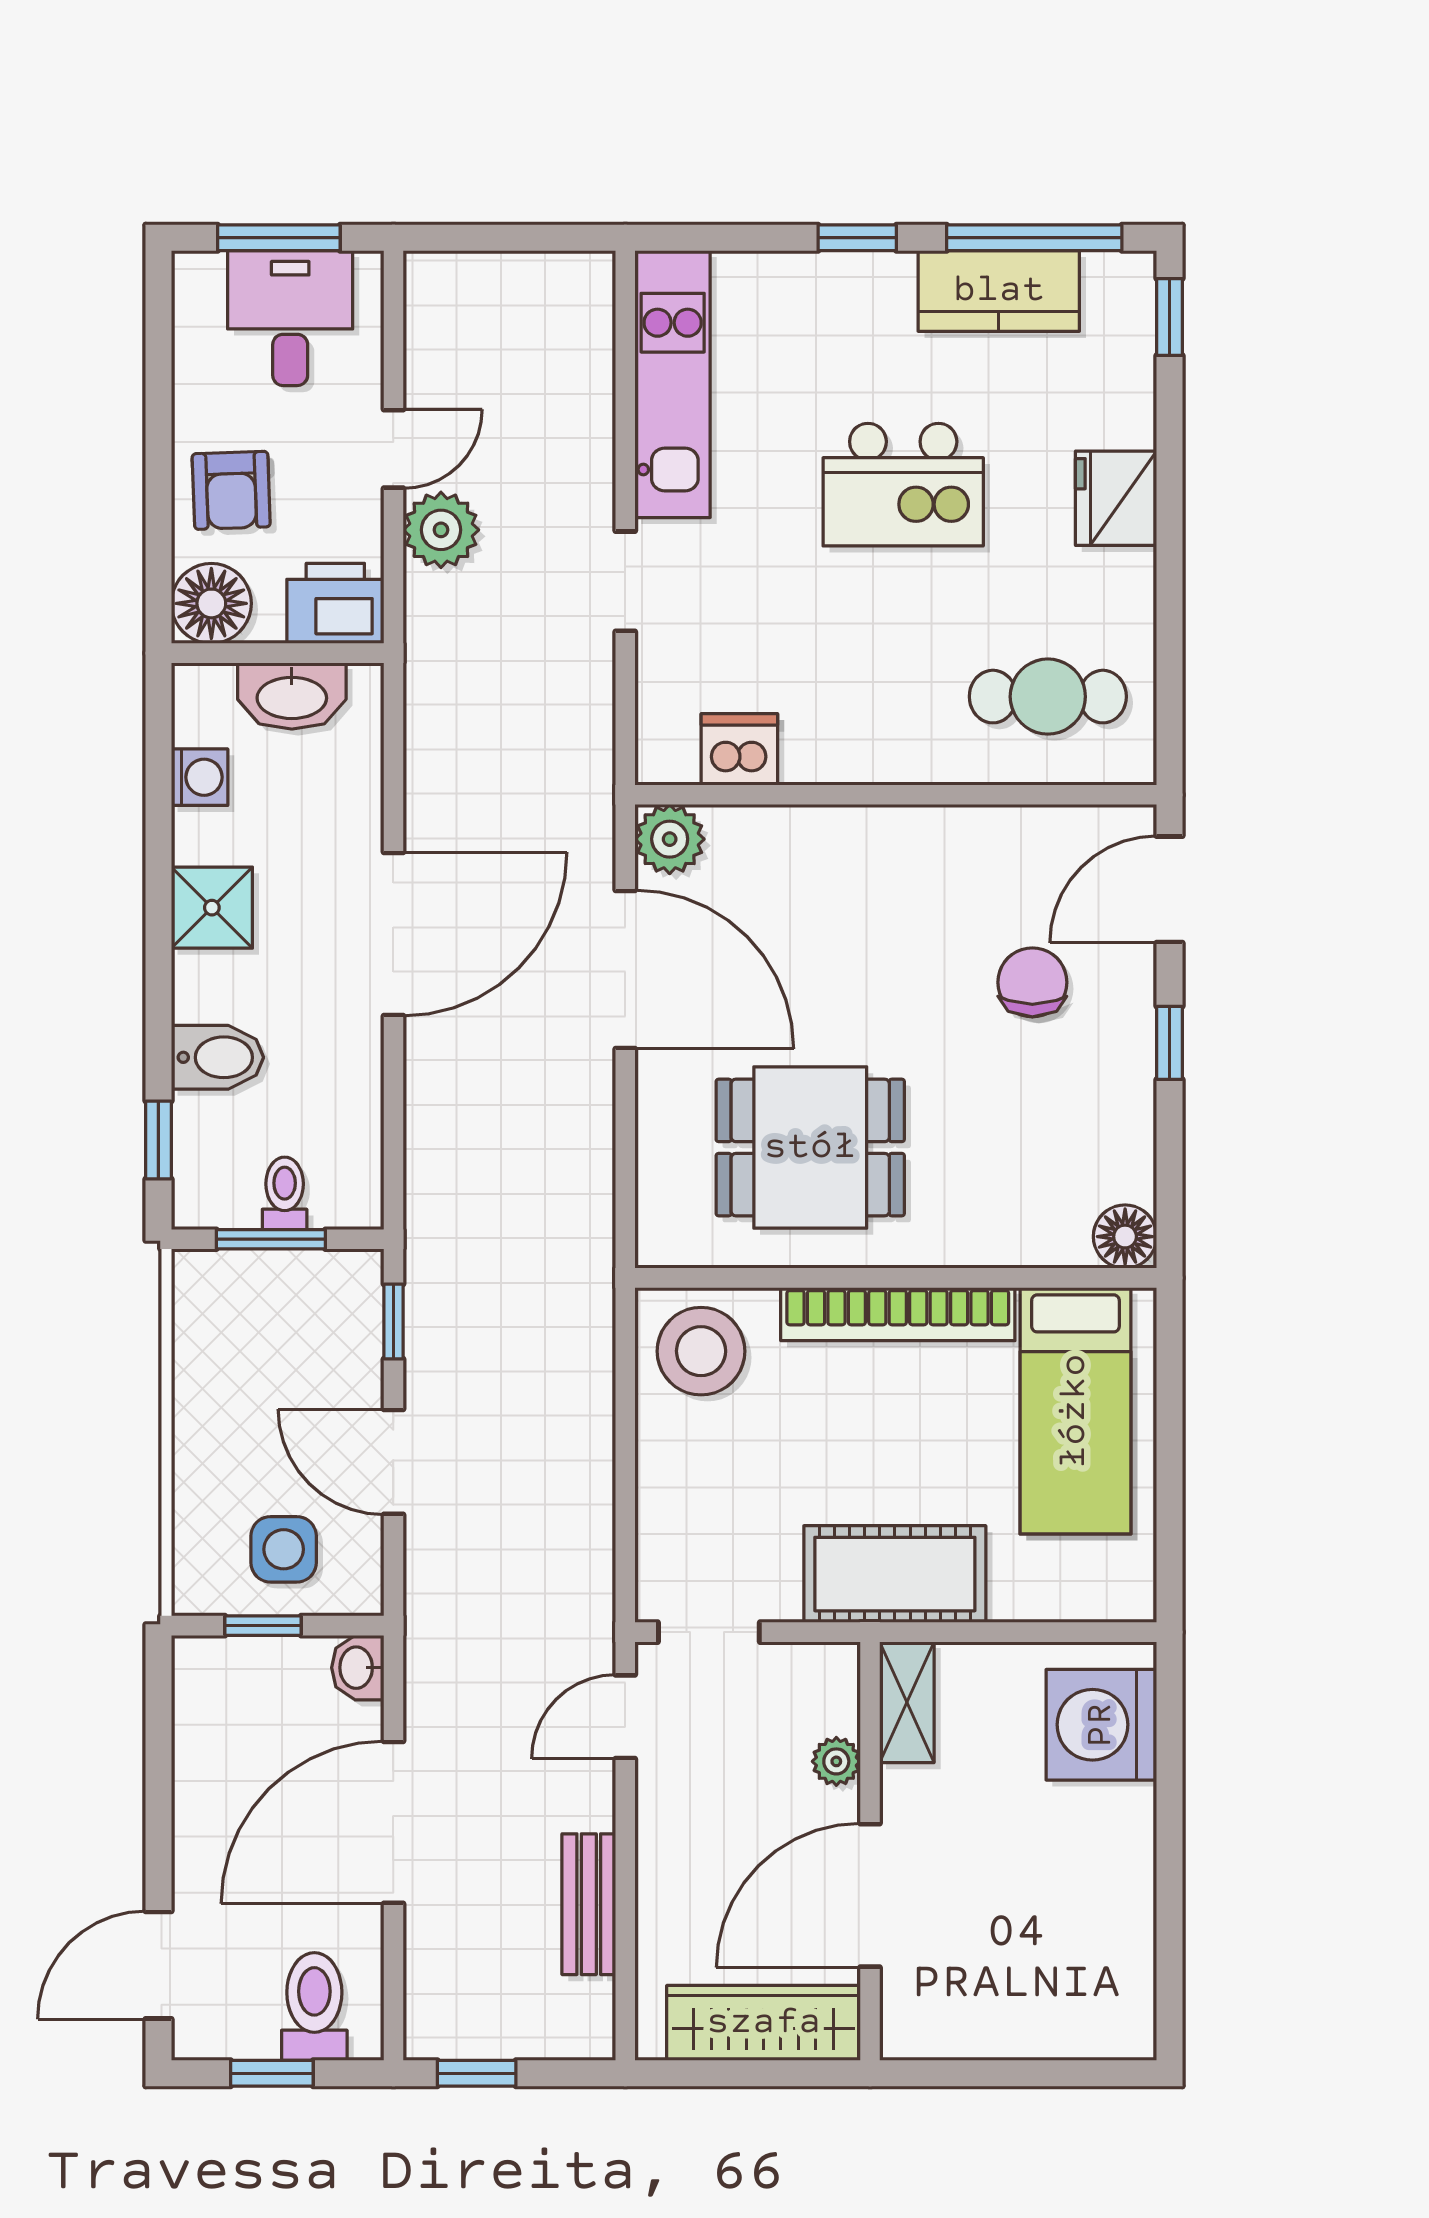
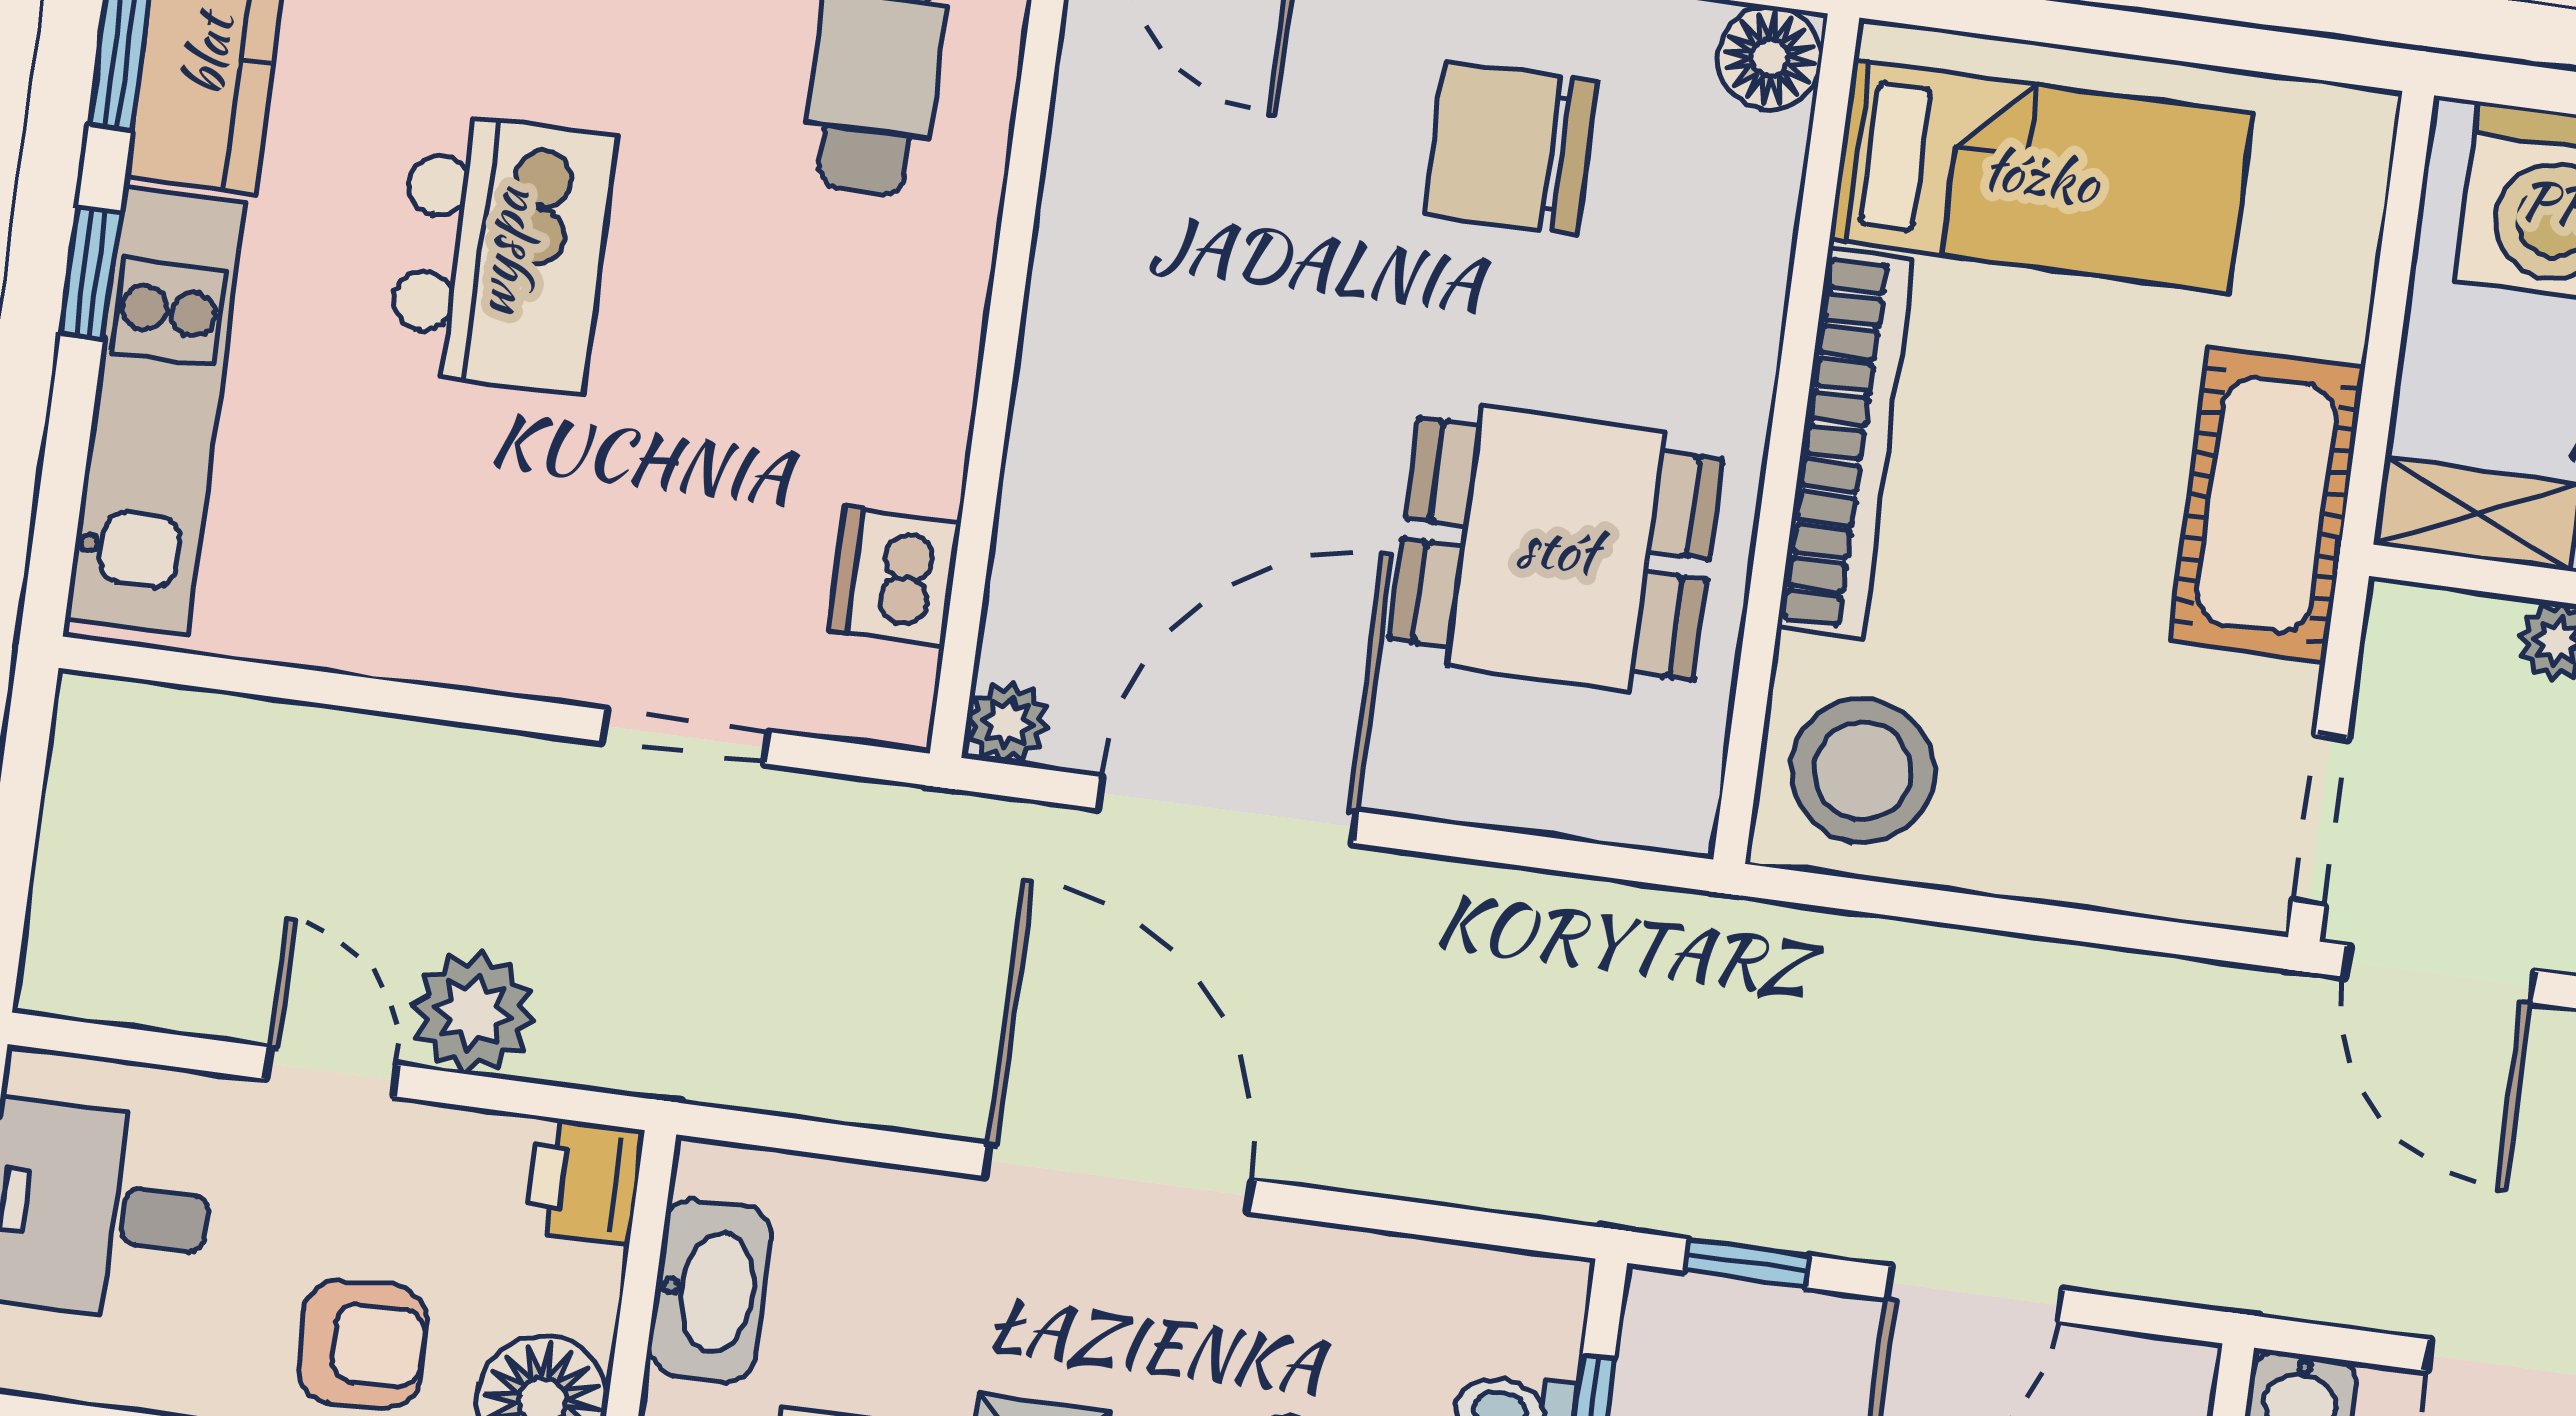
kitchen unit: (673, 384) -> (155, 410), moved, turned 90
doorway: (625, 581) -> (685, 737), moved
printer: (335, 603) -> (585, 1181), width x0.73, depth x0.81
plant: (670, 839) -> (1008, 723), width x0.73, depth x0.73
chair: (1032, 982) -> (1511, 148), moved, width x1.37, depth x1.37
dining table: (810, 1148) -> (1556, 549), turned 90
door: (625, 1717) -> (2439, 974), width x1.38

